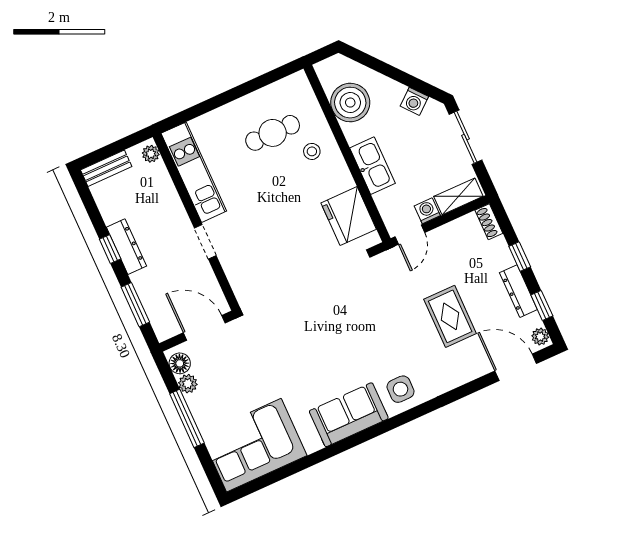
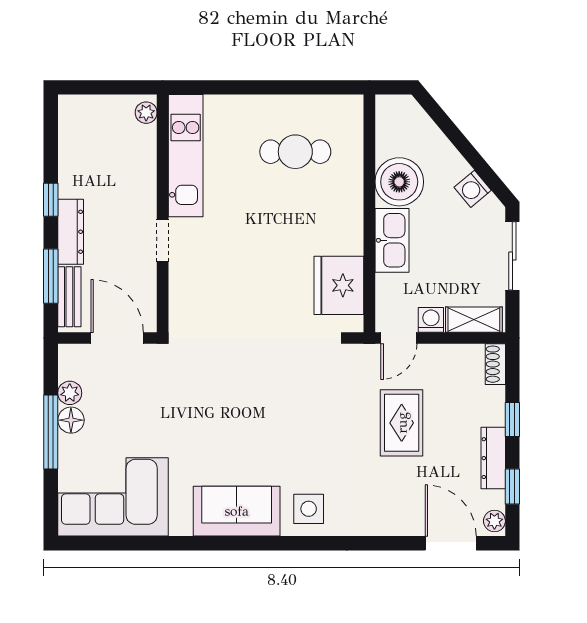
boiler: (350, 103) -> (399, 182), moved
stool: (312, 151) -> (330, 193), removed
bench: (106, 168) -> (69, 297), moved, turned 90
dresser: (126, 247) -> (71, 232), moved
rug: (450, 316) -> (402, 423), moved
floor lamp: (180, 363) -> (71, 420), moved

